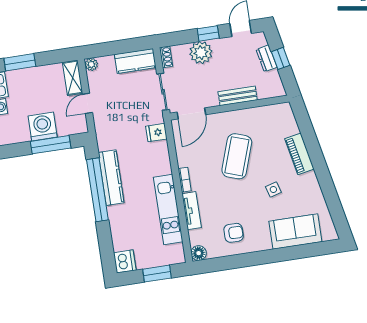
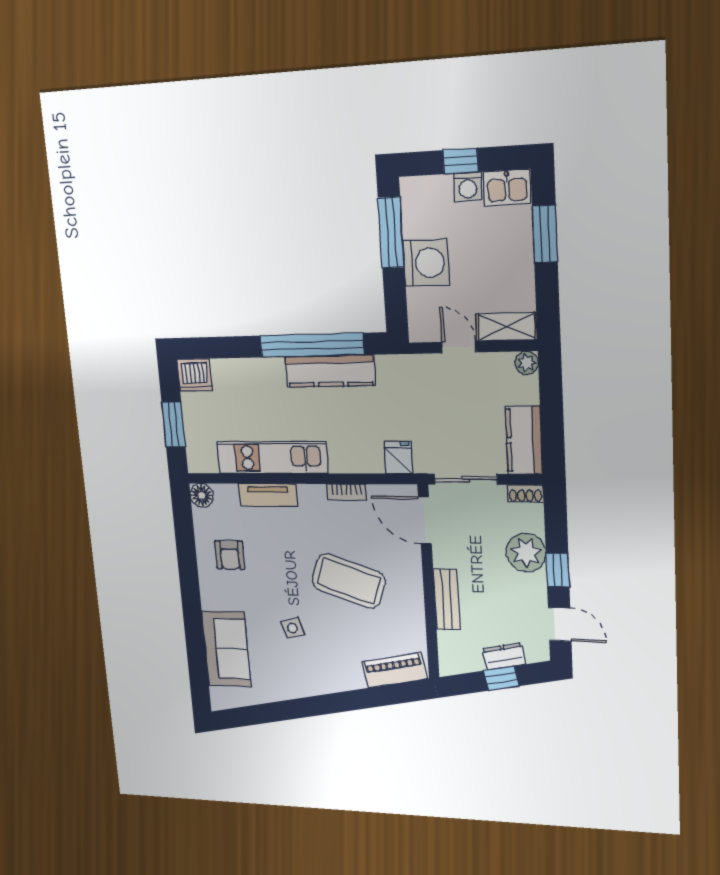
window: (51, 145) -> (391, 233), moved
piano: (299, 154) -> (395, 670), moved
bookcase: (185, 180) -> (347, 492), moved

